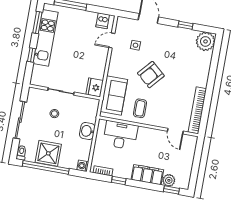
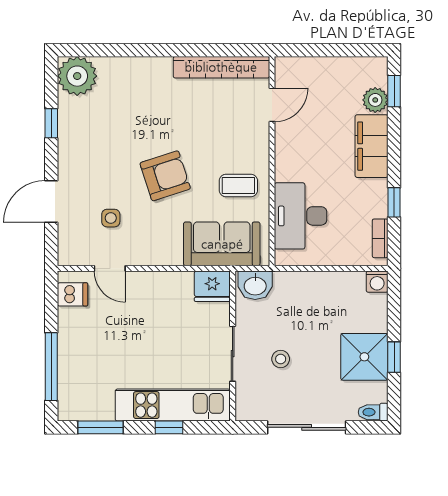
kitchen unit: (46, 38) -> (173, 405), moved
armchair: (151, 75) -> (165, 176), turned -59
washbasin: (87, 131) -> (255, 285), moved
window: (46, 167) -> (394, 357), width x0.32

